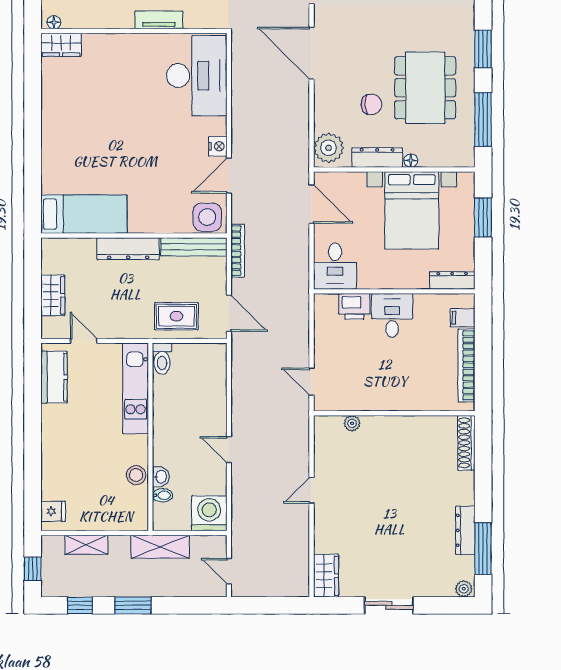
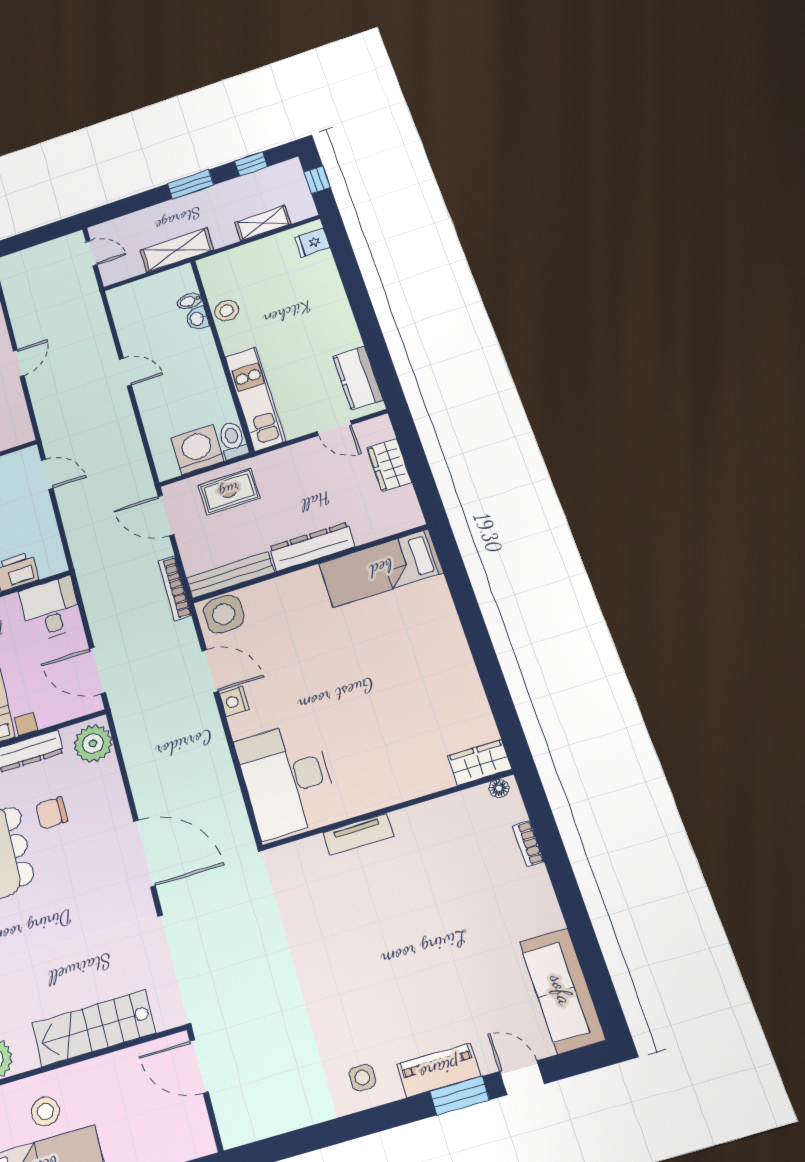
door: (229, 176) -> (210, 671), hinge flipped
washing machine: (209, 513) -> (197, 450), moved, turned 180

